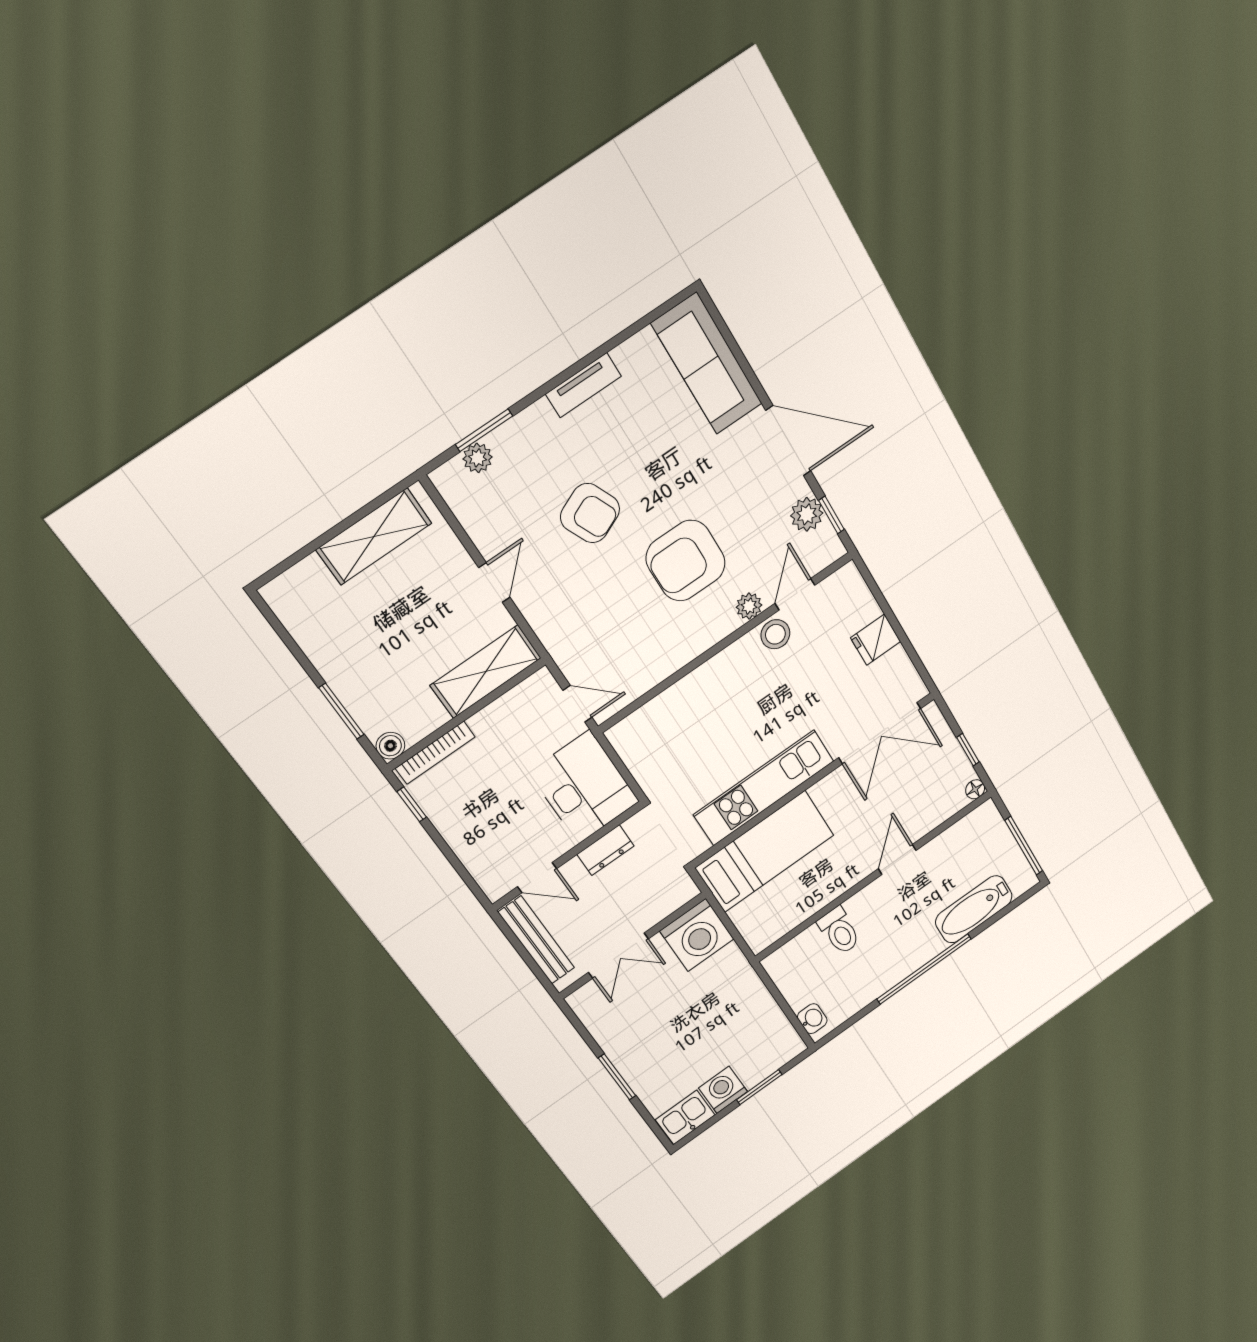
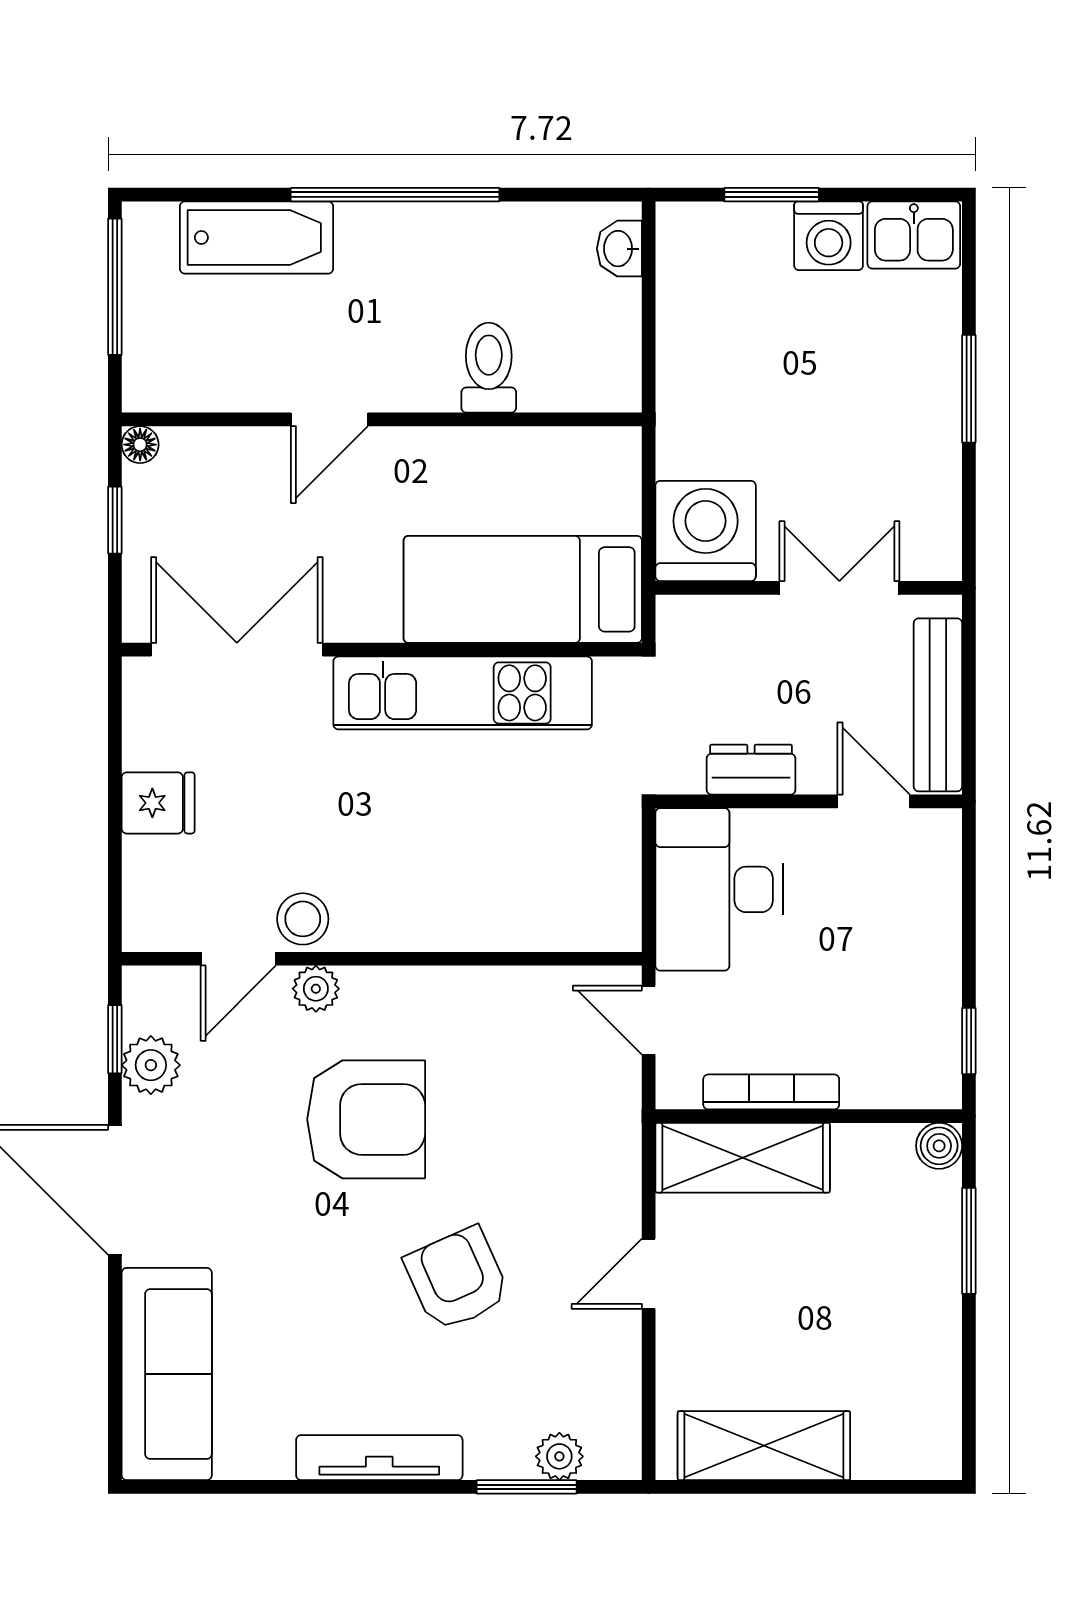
tv unit: (583, 385) -> (379, 1458), width x1.41
bookcase: (435, 753) -> (771, 1092), moved

